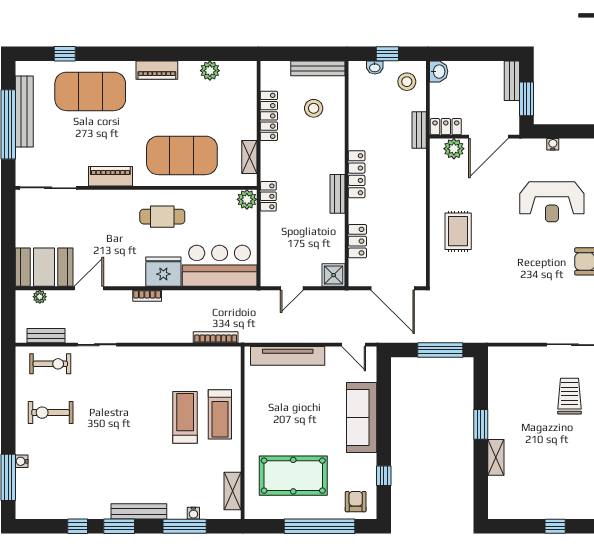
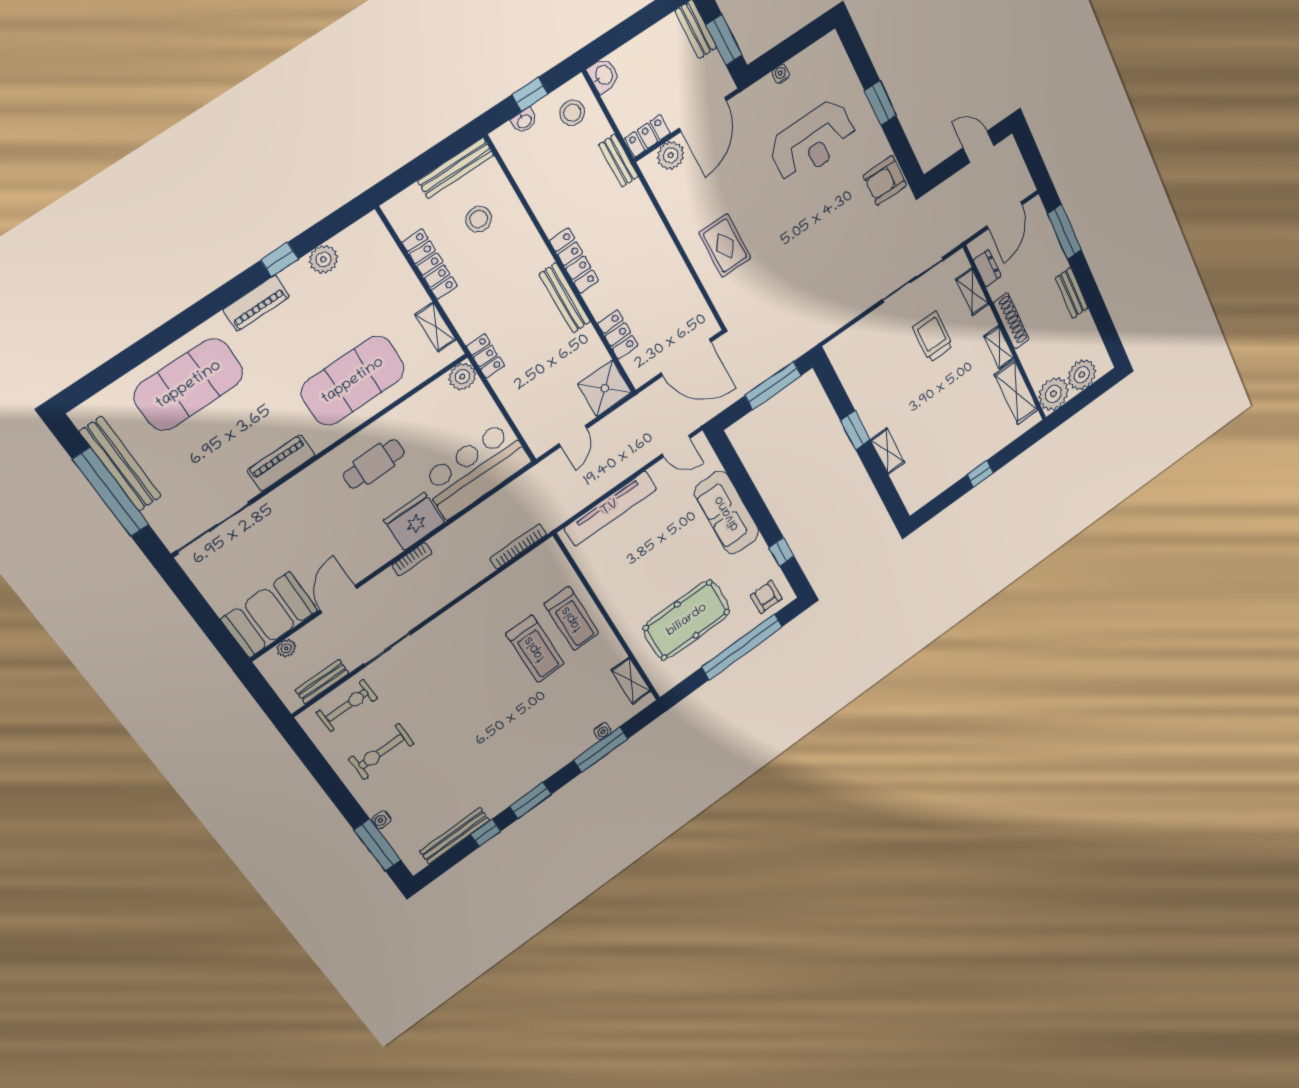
window: (65, 54) -> (280, 260), moved
bench: (338, 194) -> (565, 298), width x1.36
shower: (334, 275) -> (605, 388), width x1.36, depth x1.36
treadmill: (185, 417) -> (535, 649), turned 180
bench: (139, 511) -> (455, 836), moved

